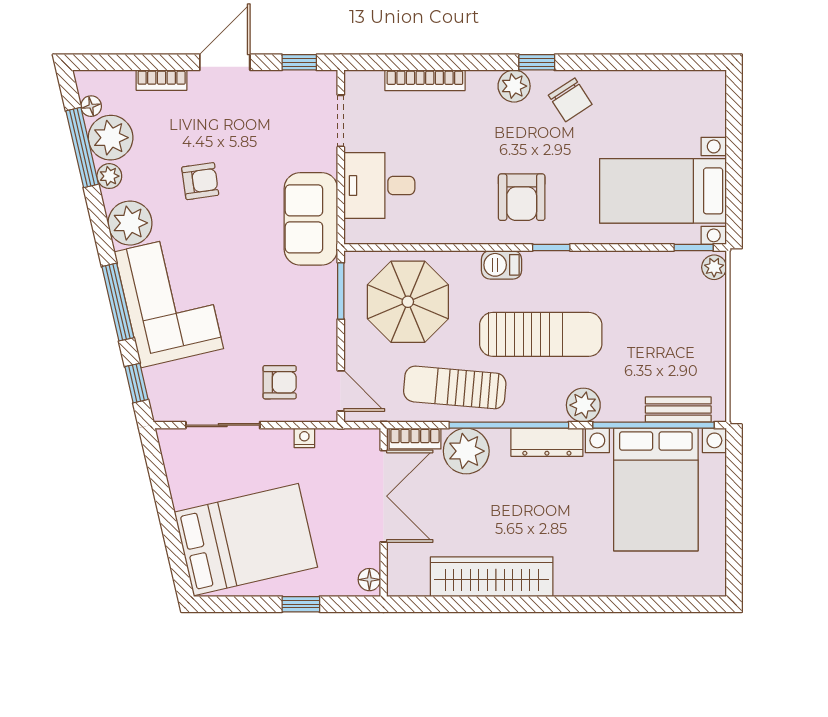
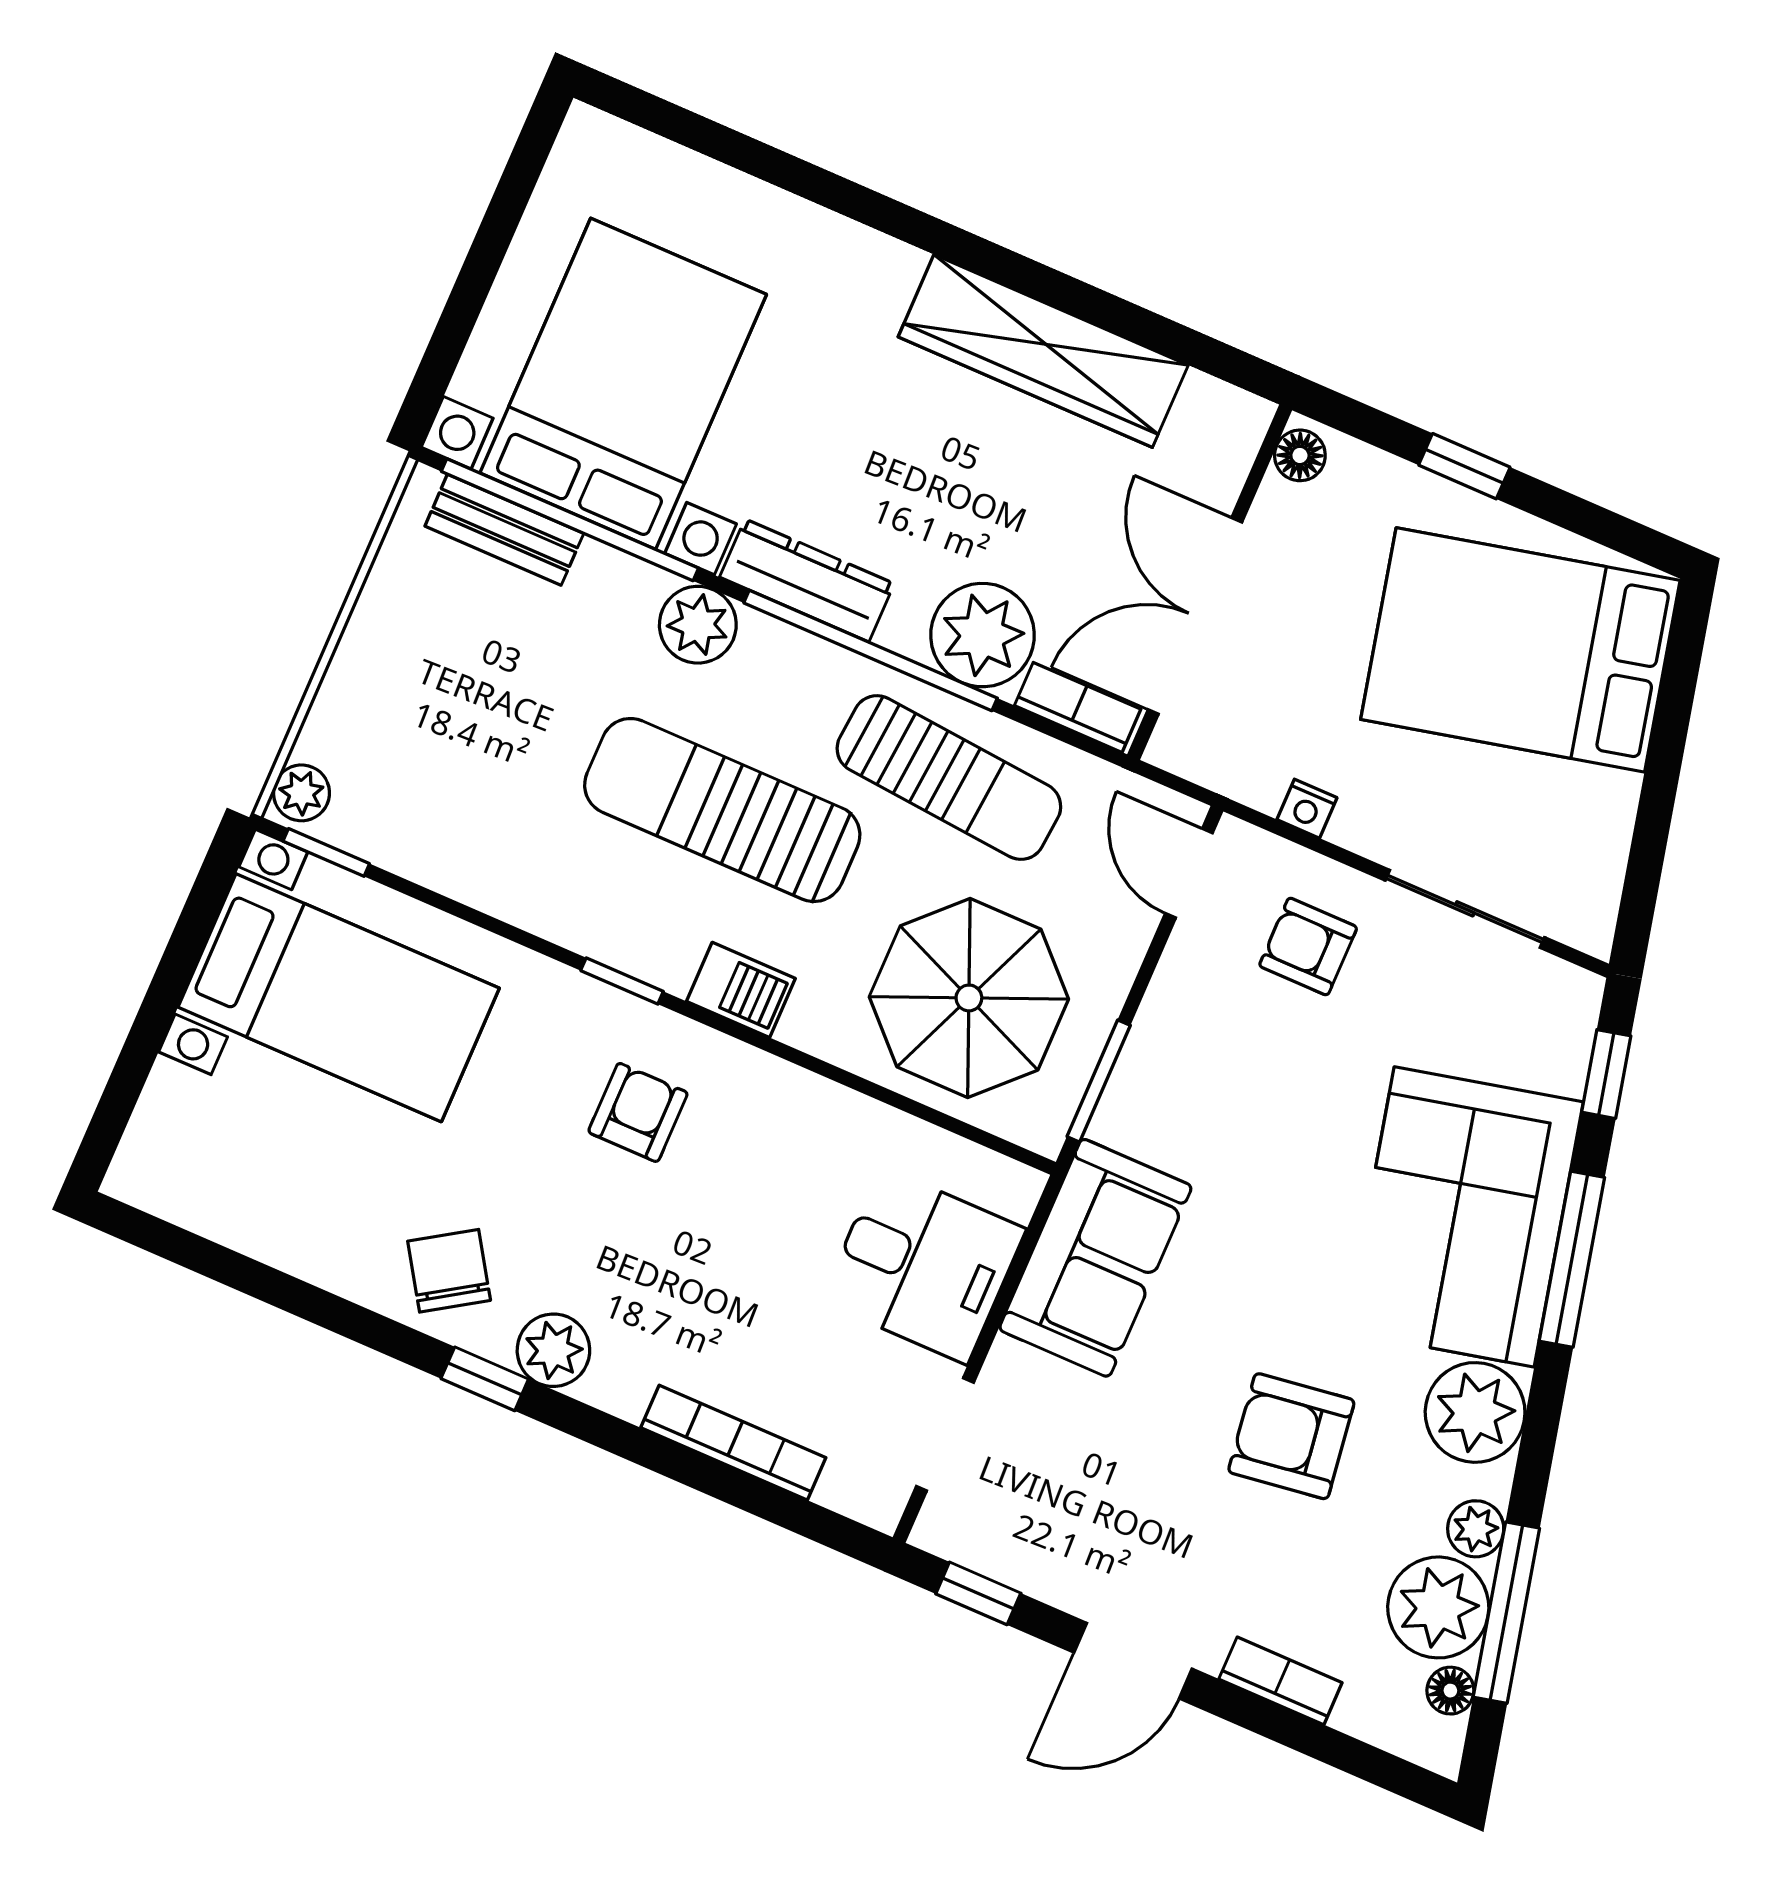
armchair: (200, 181) -> (1291, 1436), width x1.38, depth x1.38
armchair: (522, 197) -> (638, 1112), width x0.72, depth x0.72

